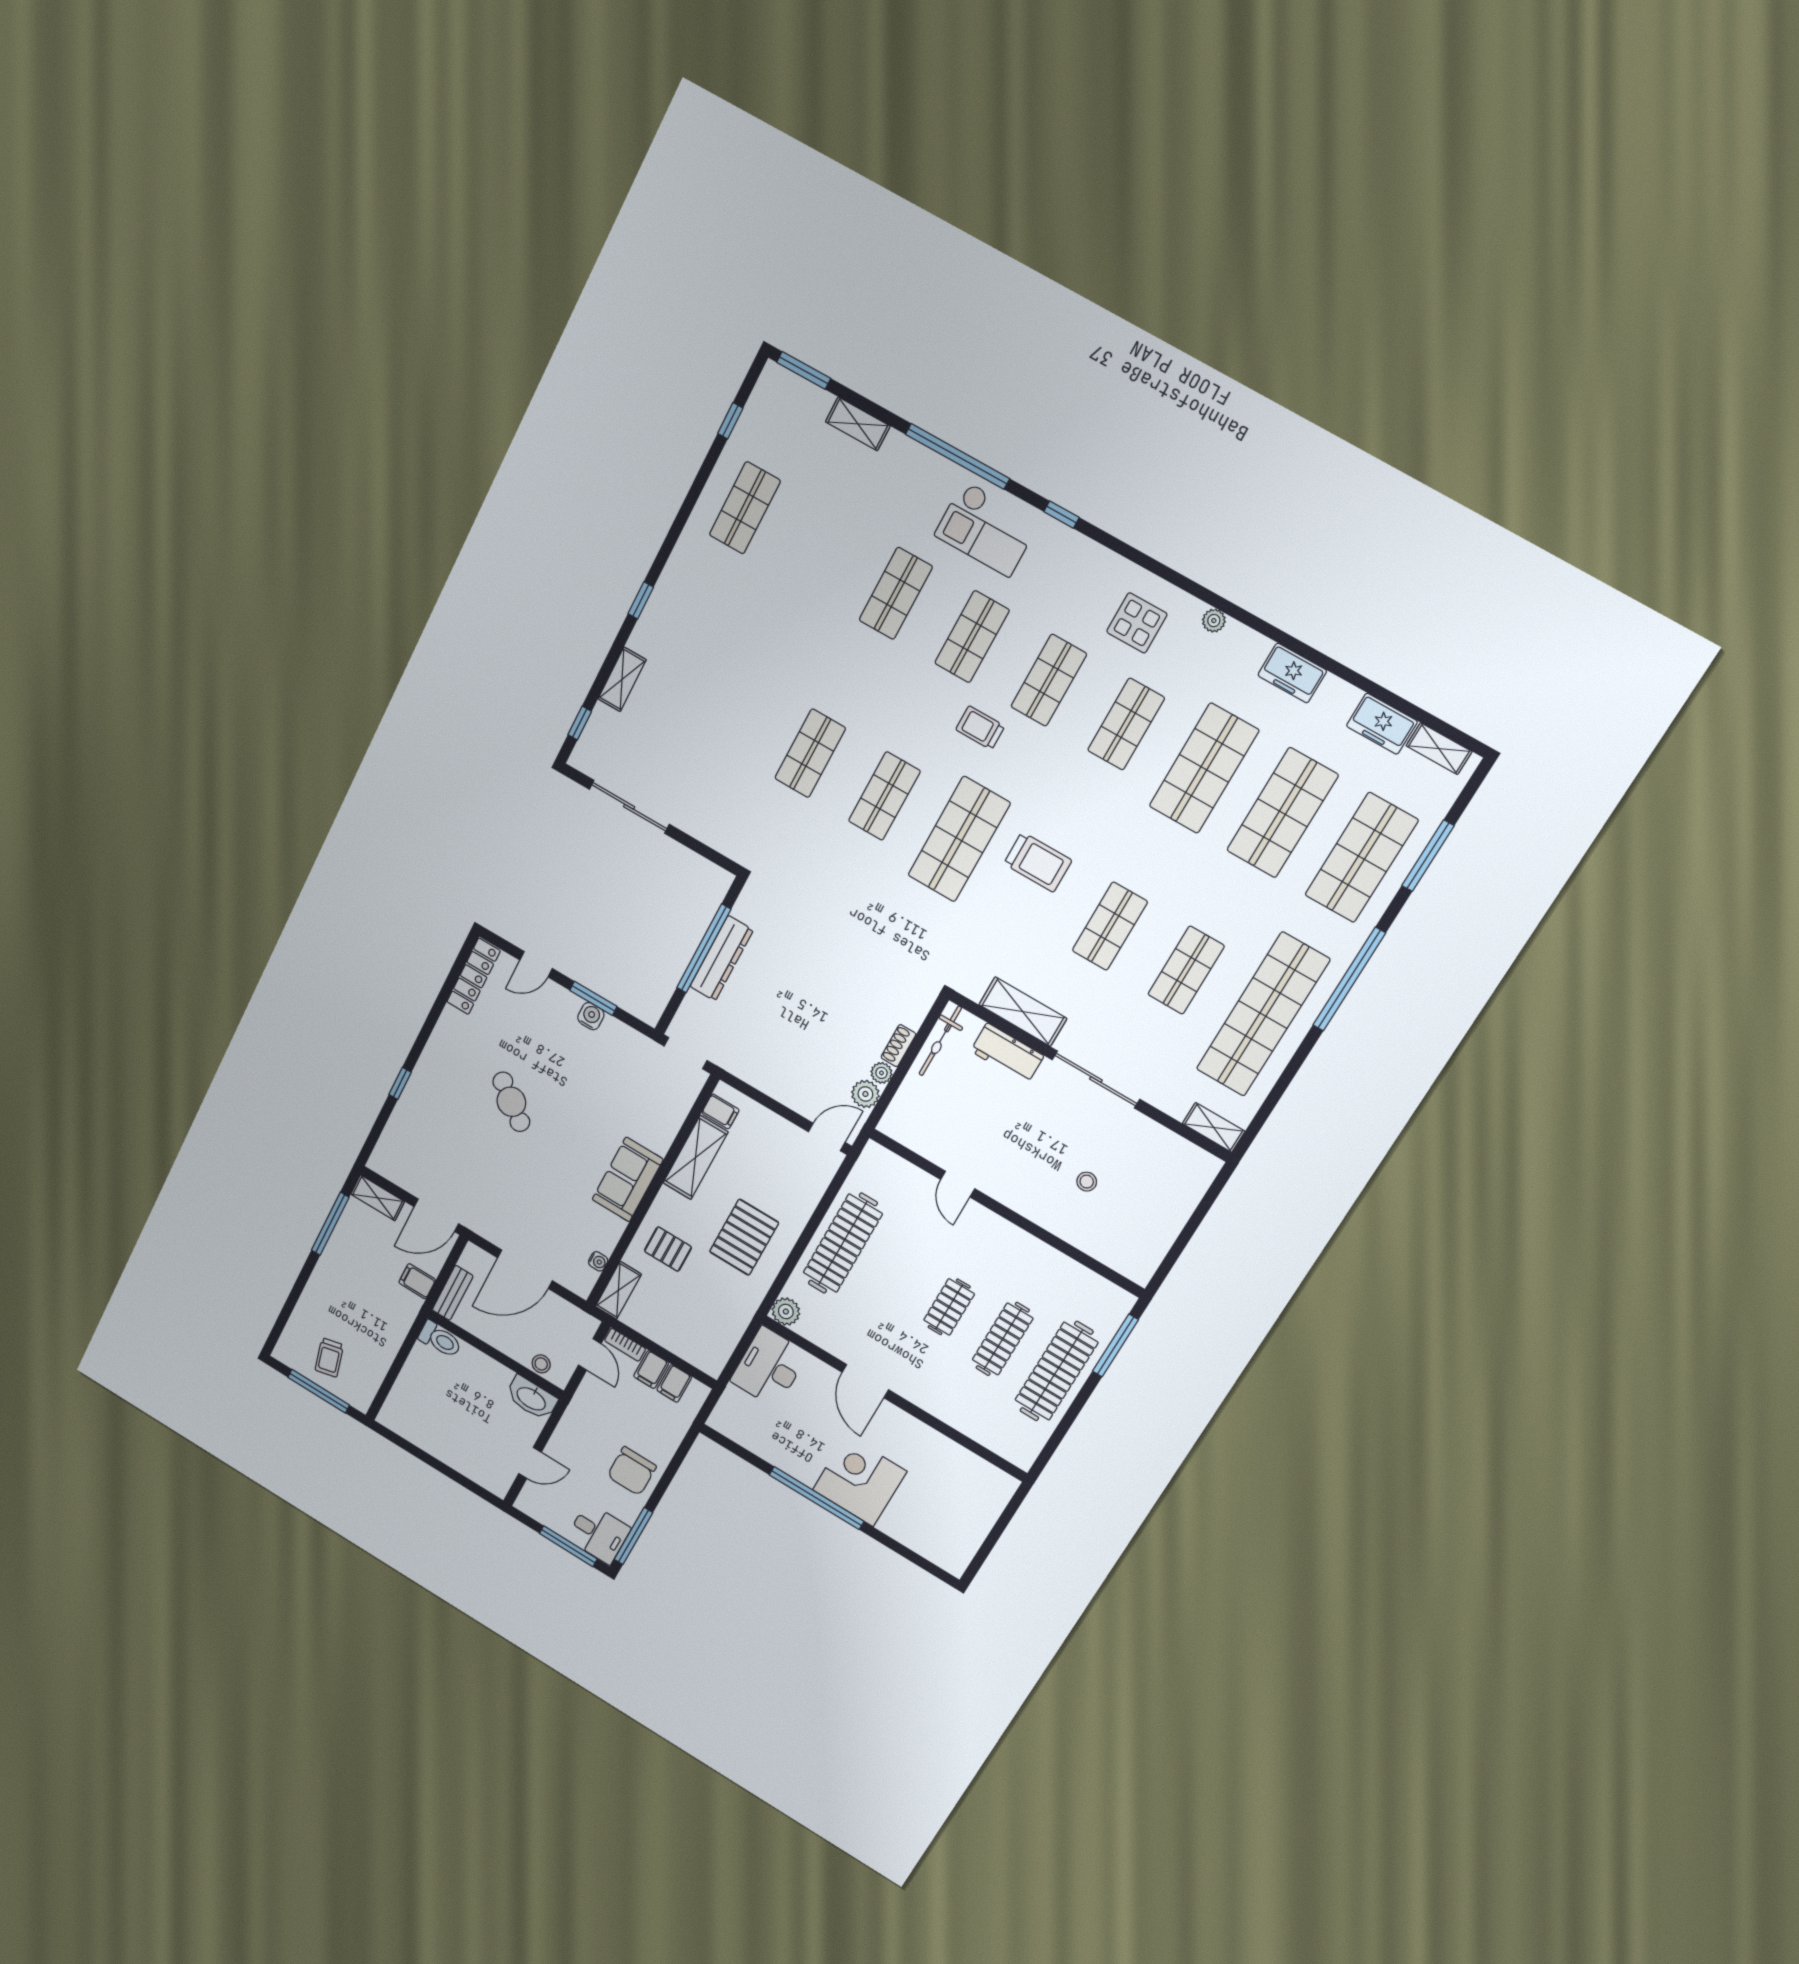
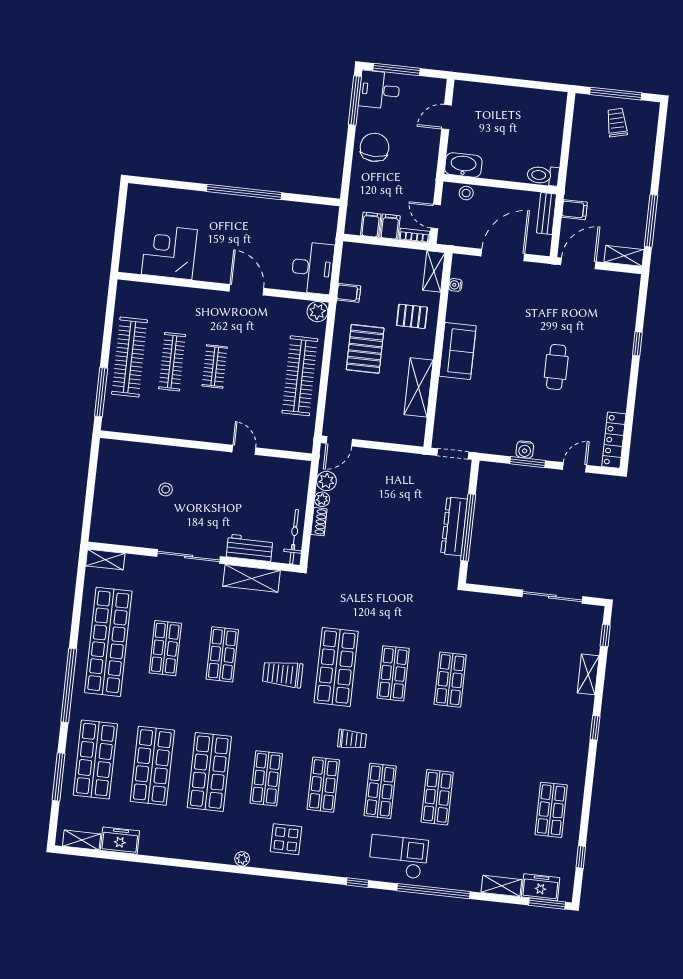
freezer: (1292, 673) -> (541, 887), moved
cafe table: (511, 1102) -> (556, 367), turned 51
filing cabinet: (720, 1111) -> (349, 293), moved, turned 180
corner desk: (860, 1481) -> (169, 252), moved, turned 180

